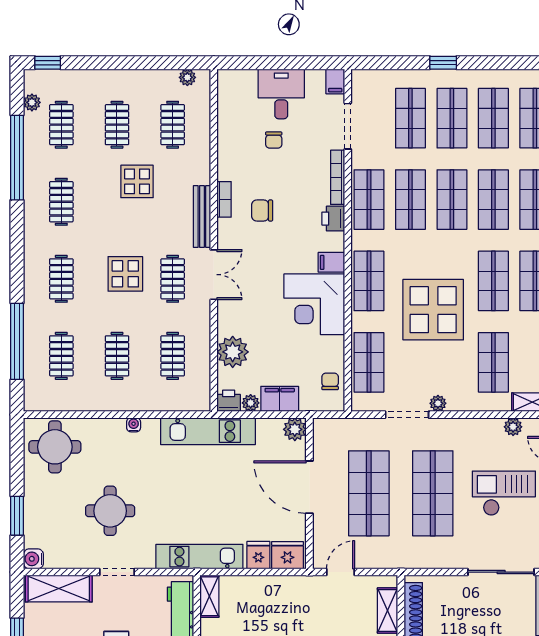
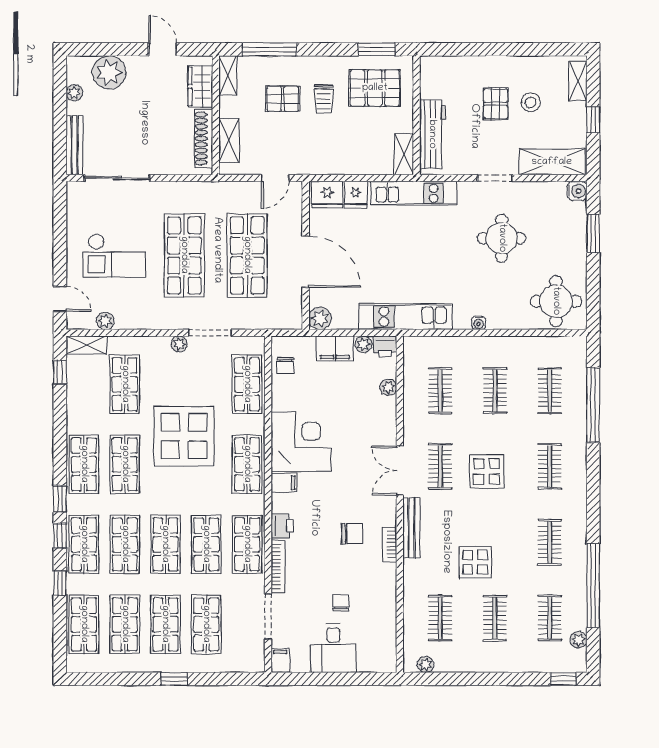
plant: (233, 352) -> (388, 387), width x0.53, depth x0.53

